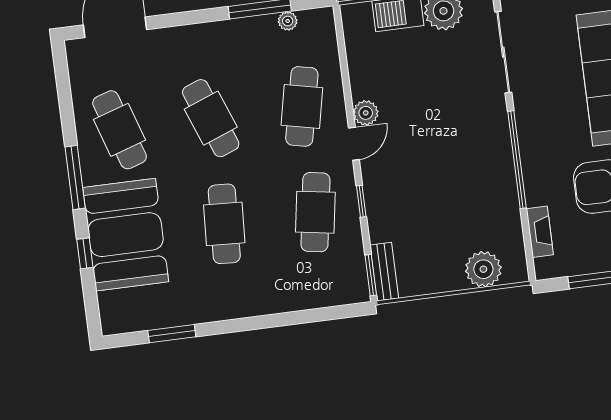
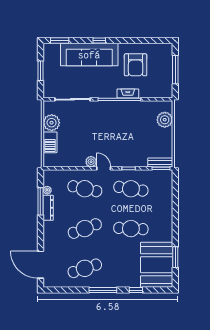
dresser: (247, 28) -> (48, 208), added
fireplace: (540, 232) -> (128, 93), moved
booth: (126, 235) -> (157, 265), moved, turned 90

